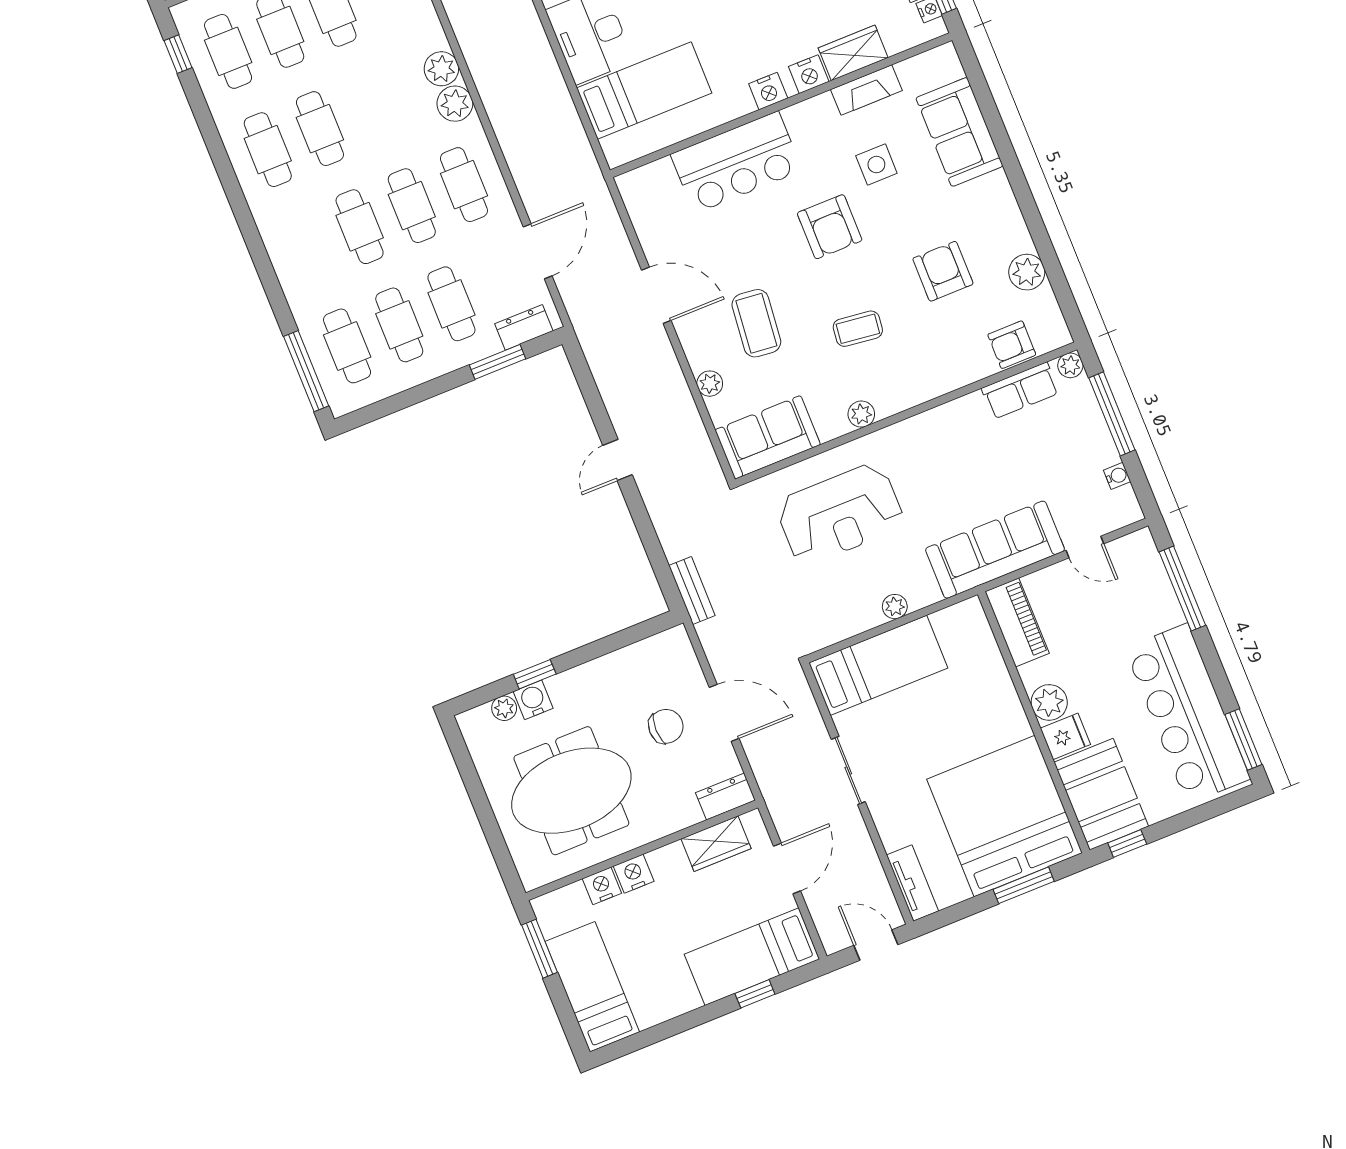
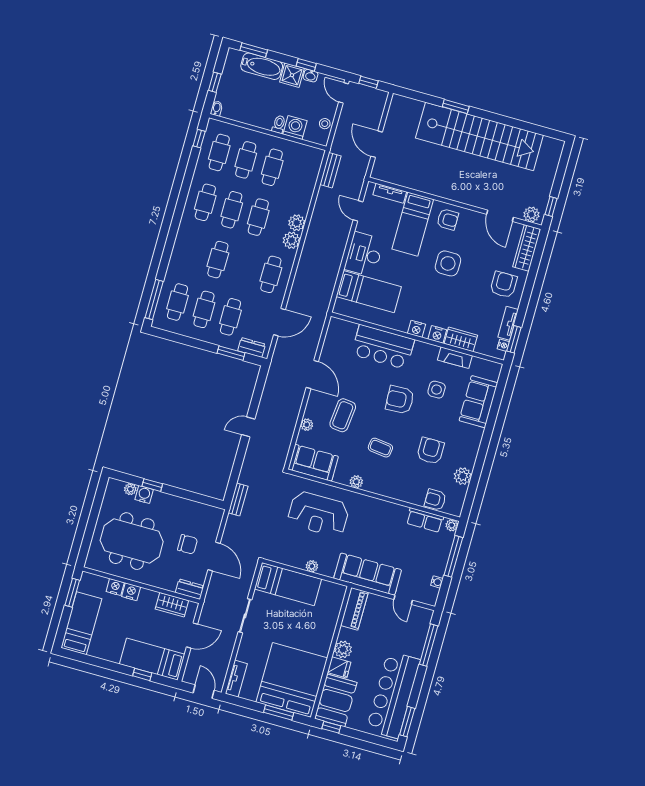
cafe table: (412, 206) -> (258, 217), moved
armchair: (830, 227) -> (400, 400), turned 87

